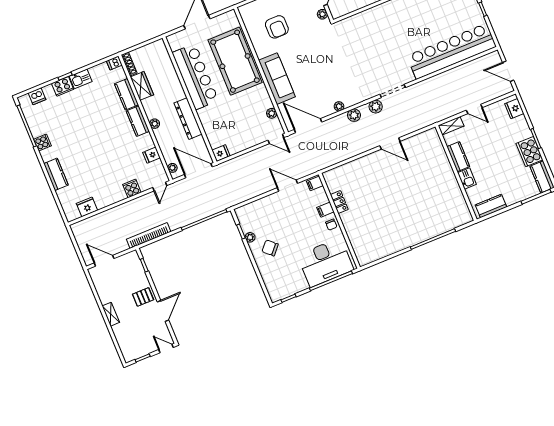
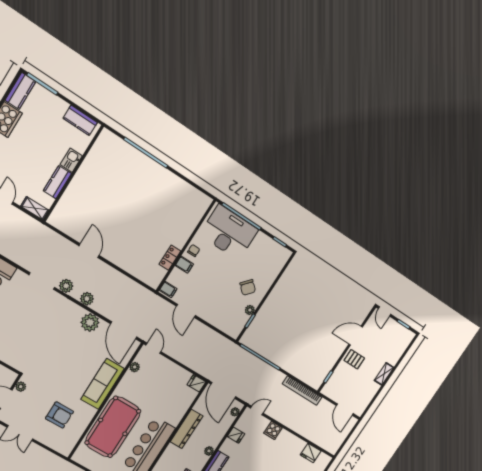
armchair: (277, 27) -> (59, 415), turned 90
plant: (339, 106) -> (90, 322), width x1.87, depth x1.87

